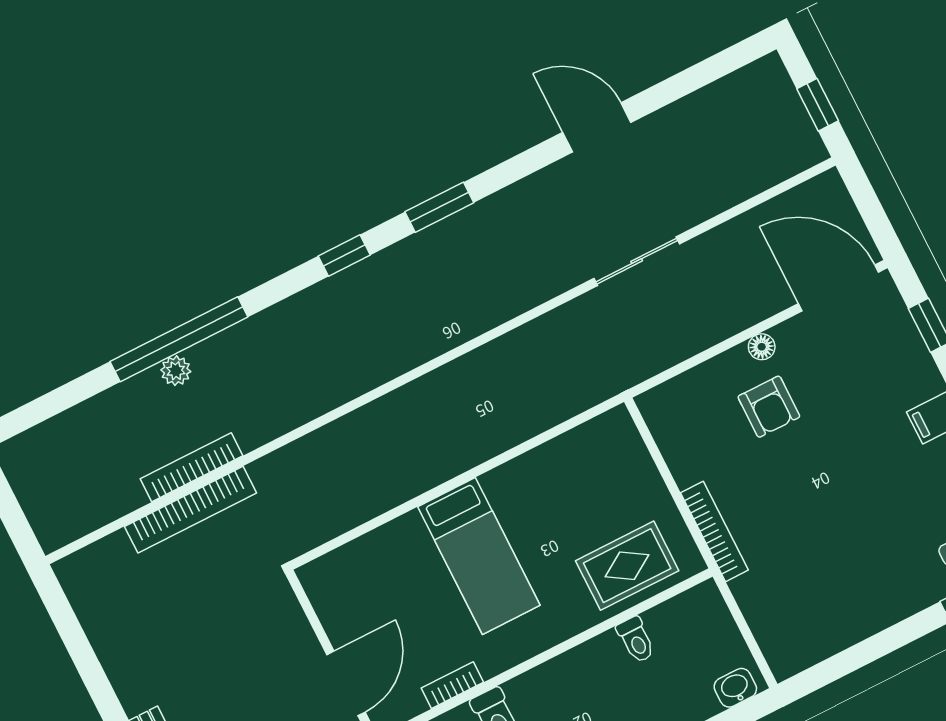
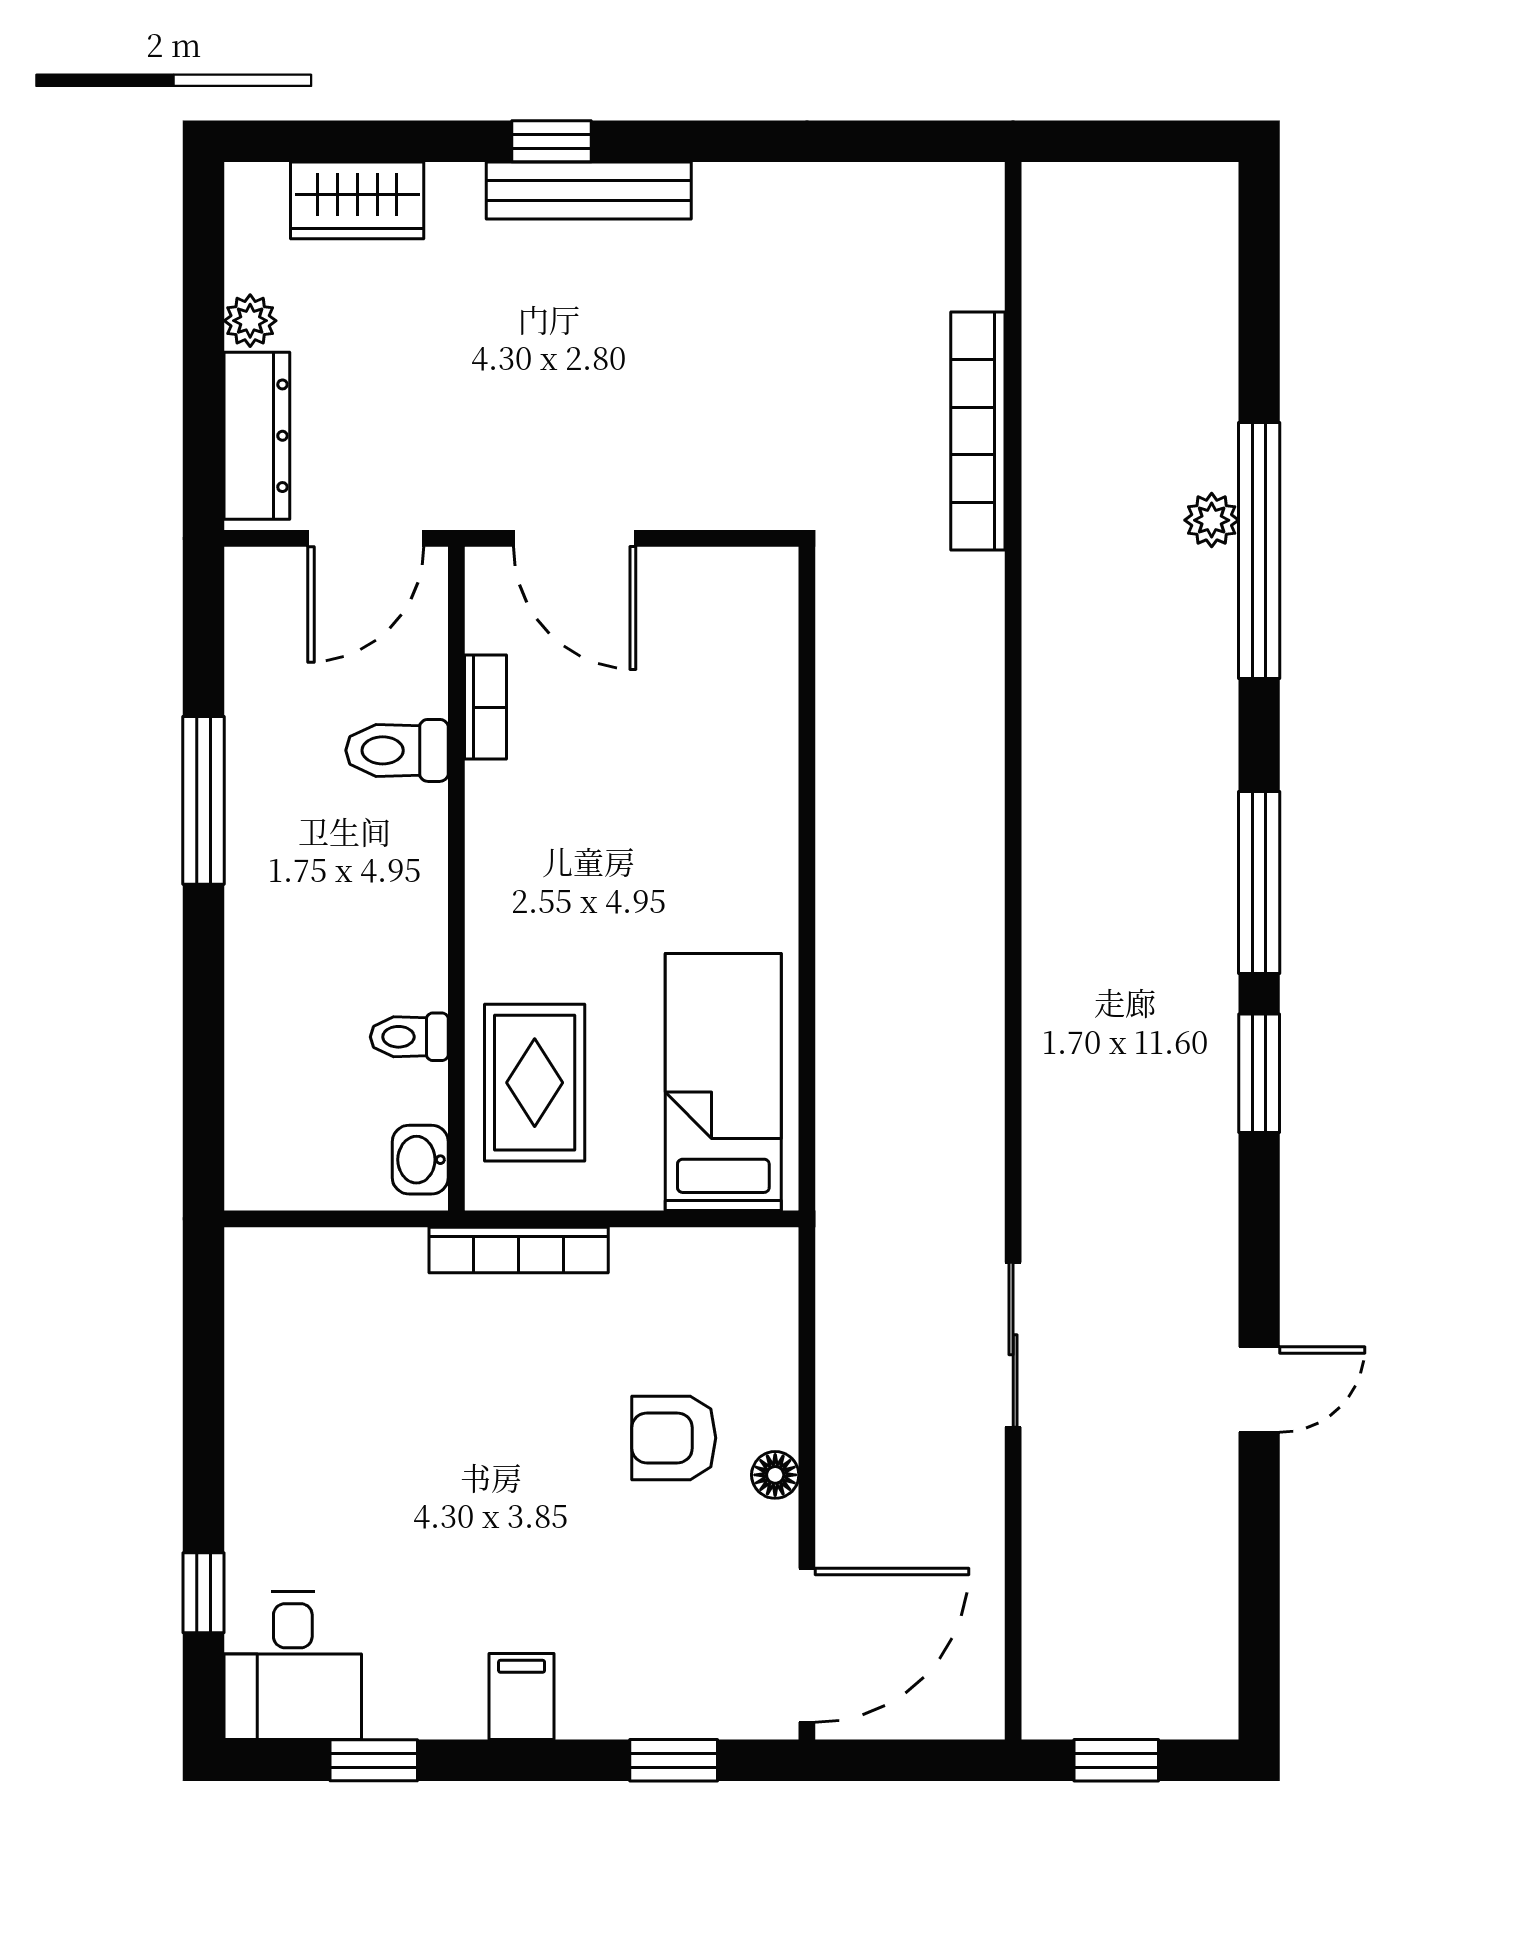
door: (597, 127) -> (1259, 1390), width x0.73
window: (344, 255) -> (1259, 882), width x2.17
bookcase: (191, 467) -> (1045, 467), removed
bed: (479, 556) -> (723, 1082), moved, turned 90
washbasin: (735, 688) -> (420, 1160), moved, turned 180

